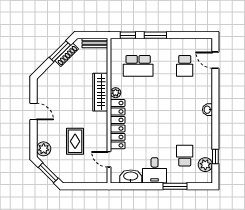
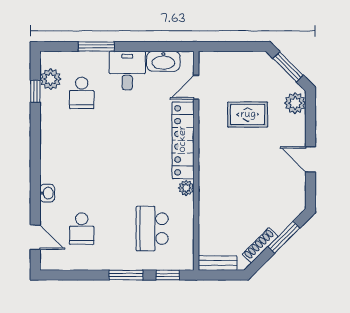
window: (60, 51) -> (284, 237), moved
school desk: (138, 66) -> (152, 229), turned -90
school desk: (185, 66) -> (82, 229), turned 180
wardrobe: (100, 92) -> (210, 189), removed
washbasin: (208, 110) -> (47, 193), moved
rug: (75, 141) -> (248, 115), turned 90
door: (109, 159) -> (196, 87), swing flipped

